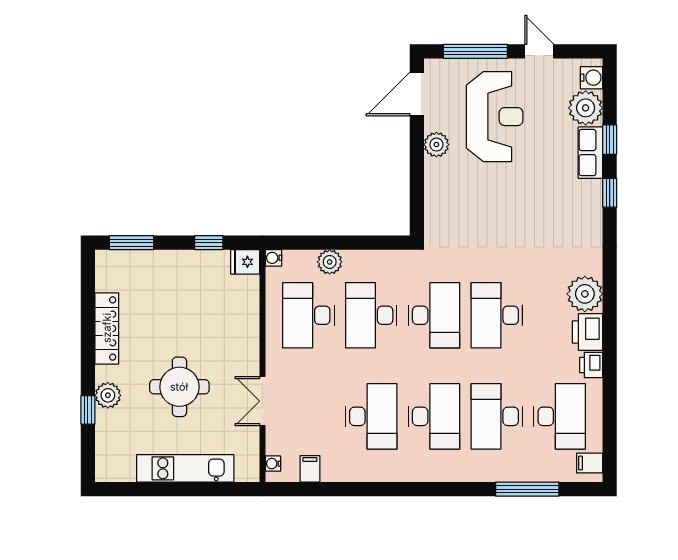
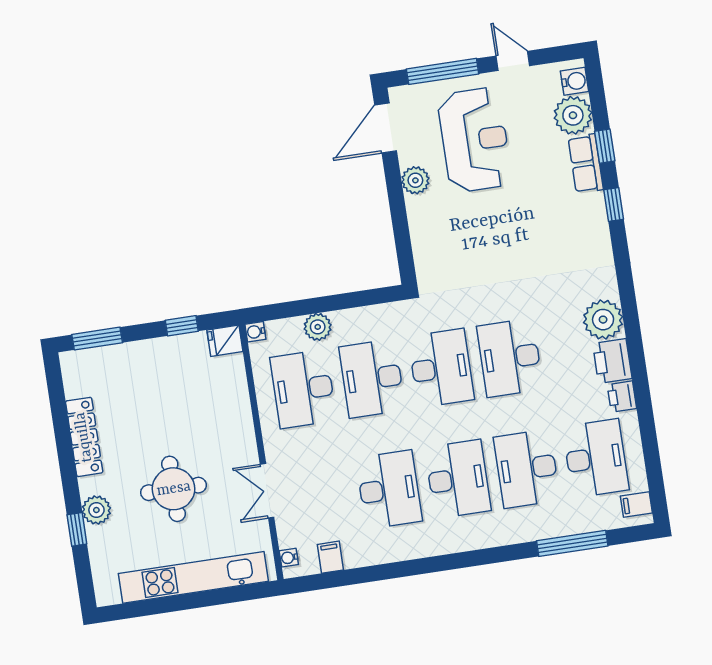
kitchen unit: (185, 468) -> (193, 577), width x1.36

